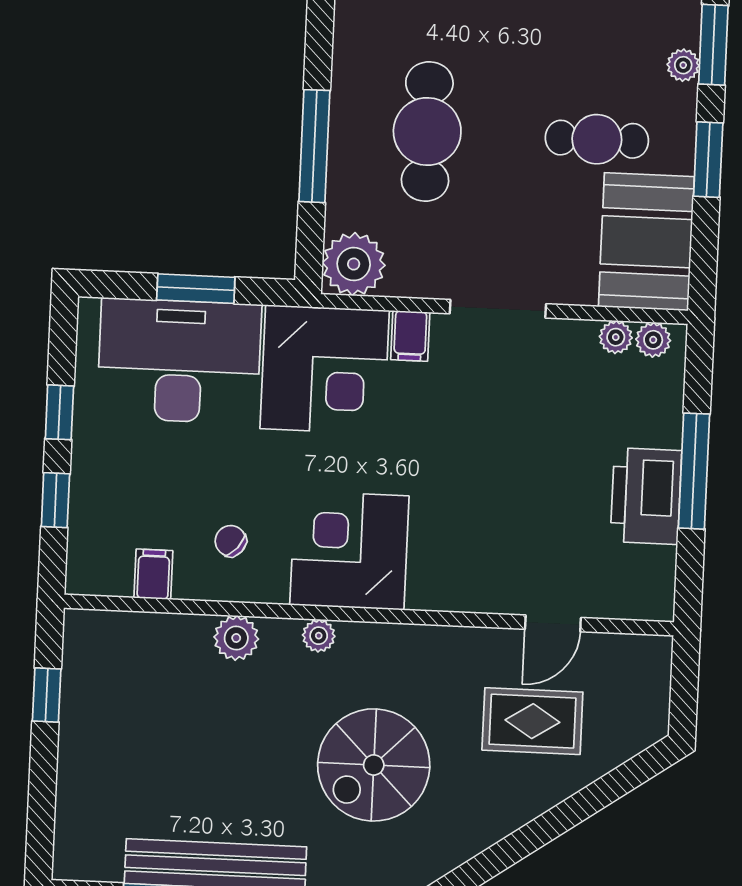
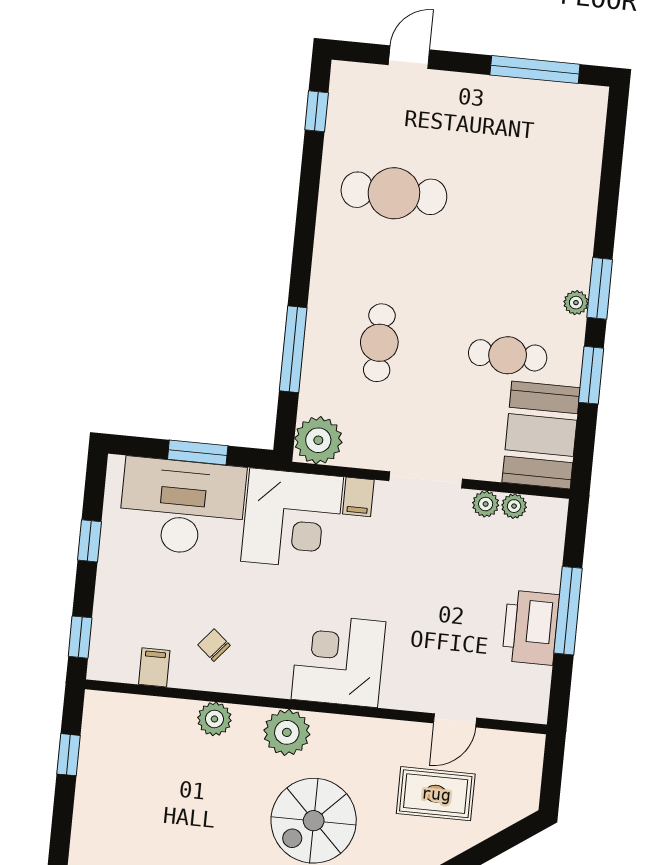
cafe table: (427, 132) -> (379, 343), width x0.73, depth x0.74
plant: (653, 340) -> (486, 504), moved
window: (55, 500) -> (80, 637), moved
corner desk: (349, 550) -> (338, 661), moved
plant: (319, 636) -> (287, 732), width x1.88, depth x1.88

